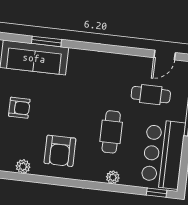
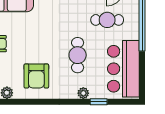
window: (157, 193) -> (99, 102), moved

